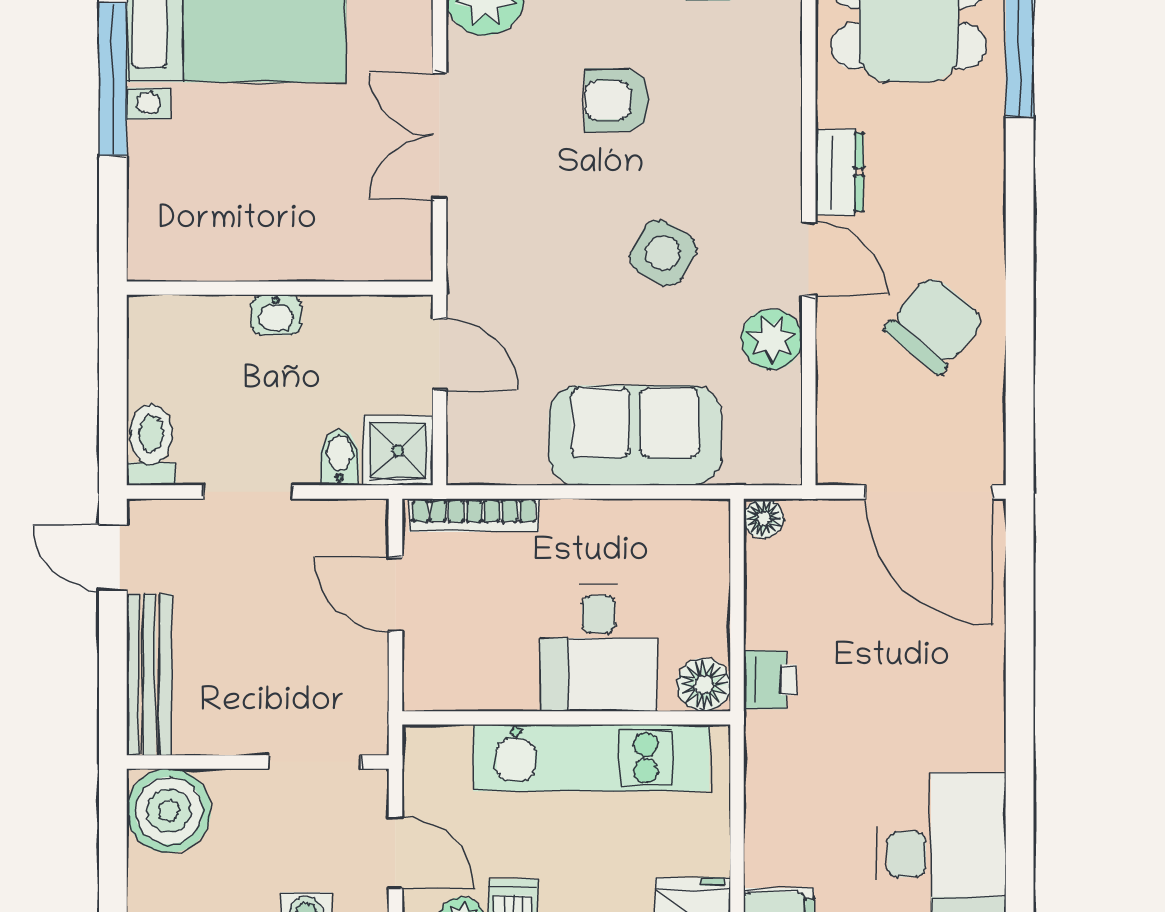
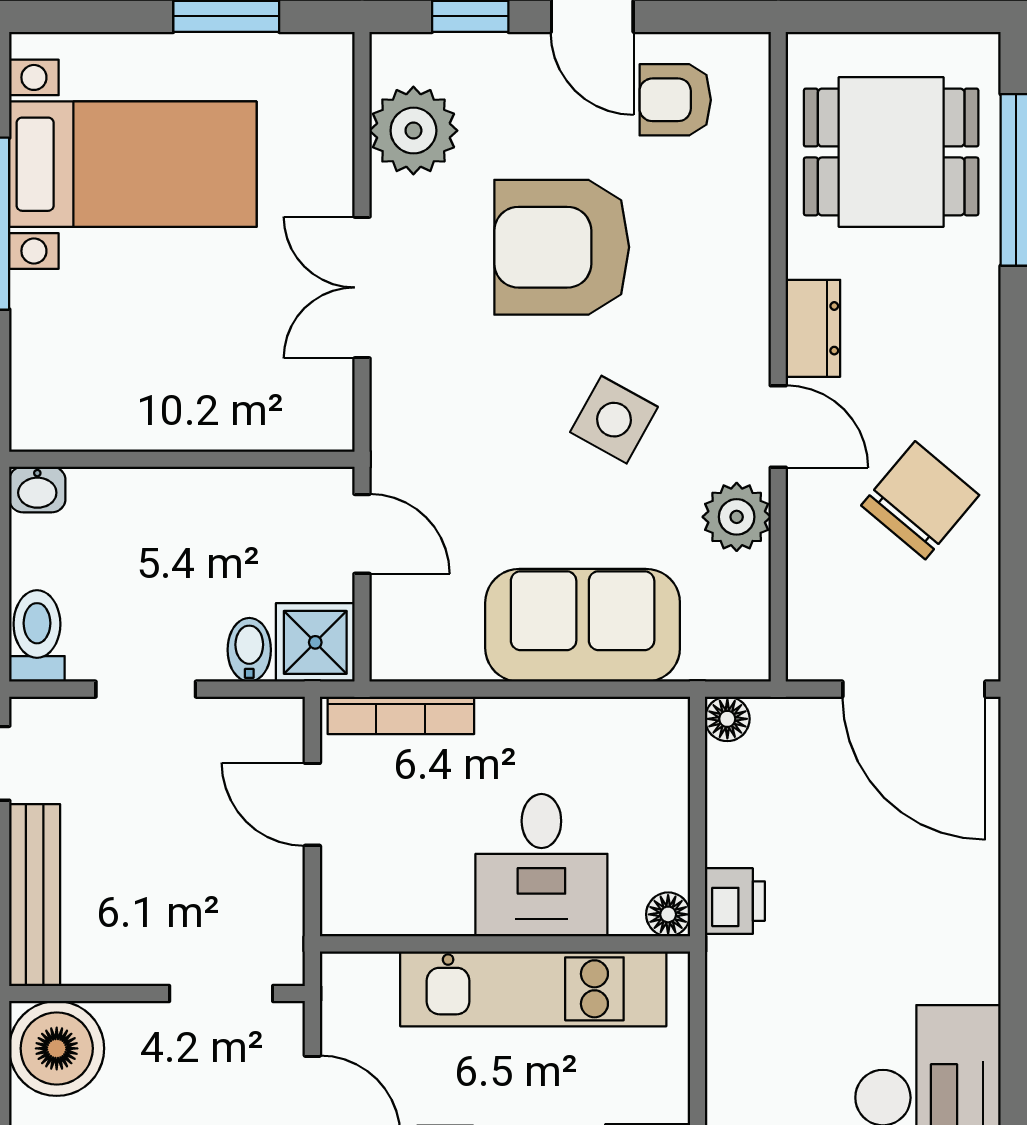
armchair: (617, 100) -> (562, 247), width x1.88, depth x1.88
washbasin: (276, 315) -> (37, 489), moved
floor lamp: (704, 685) -> (668, 914), width x0.73, depth x0.73

